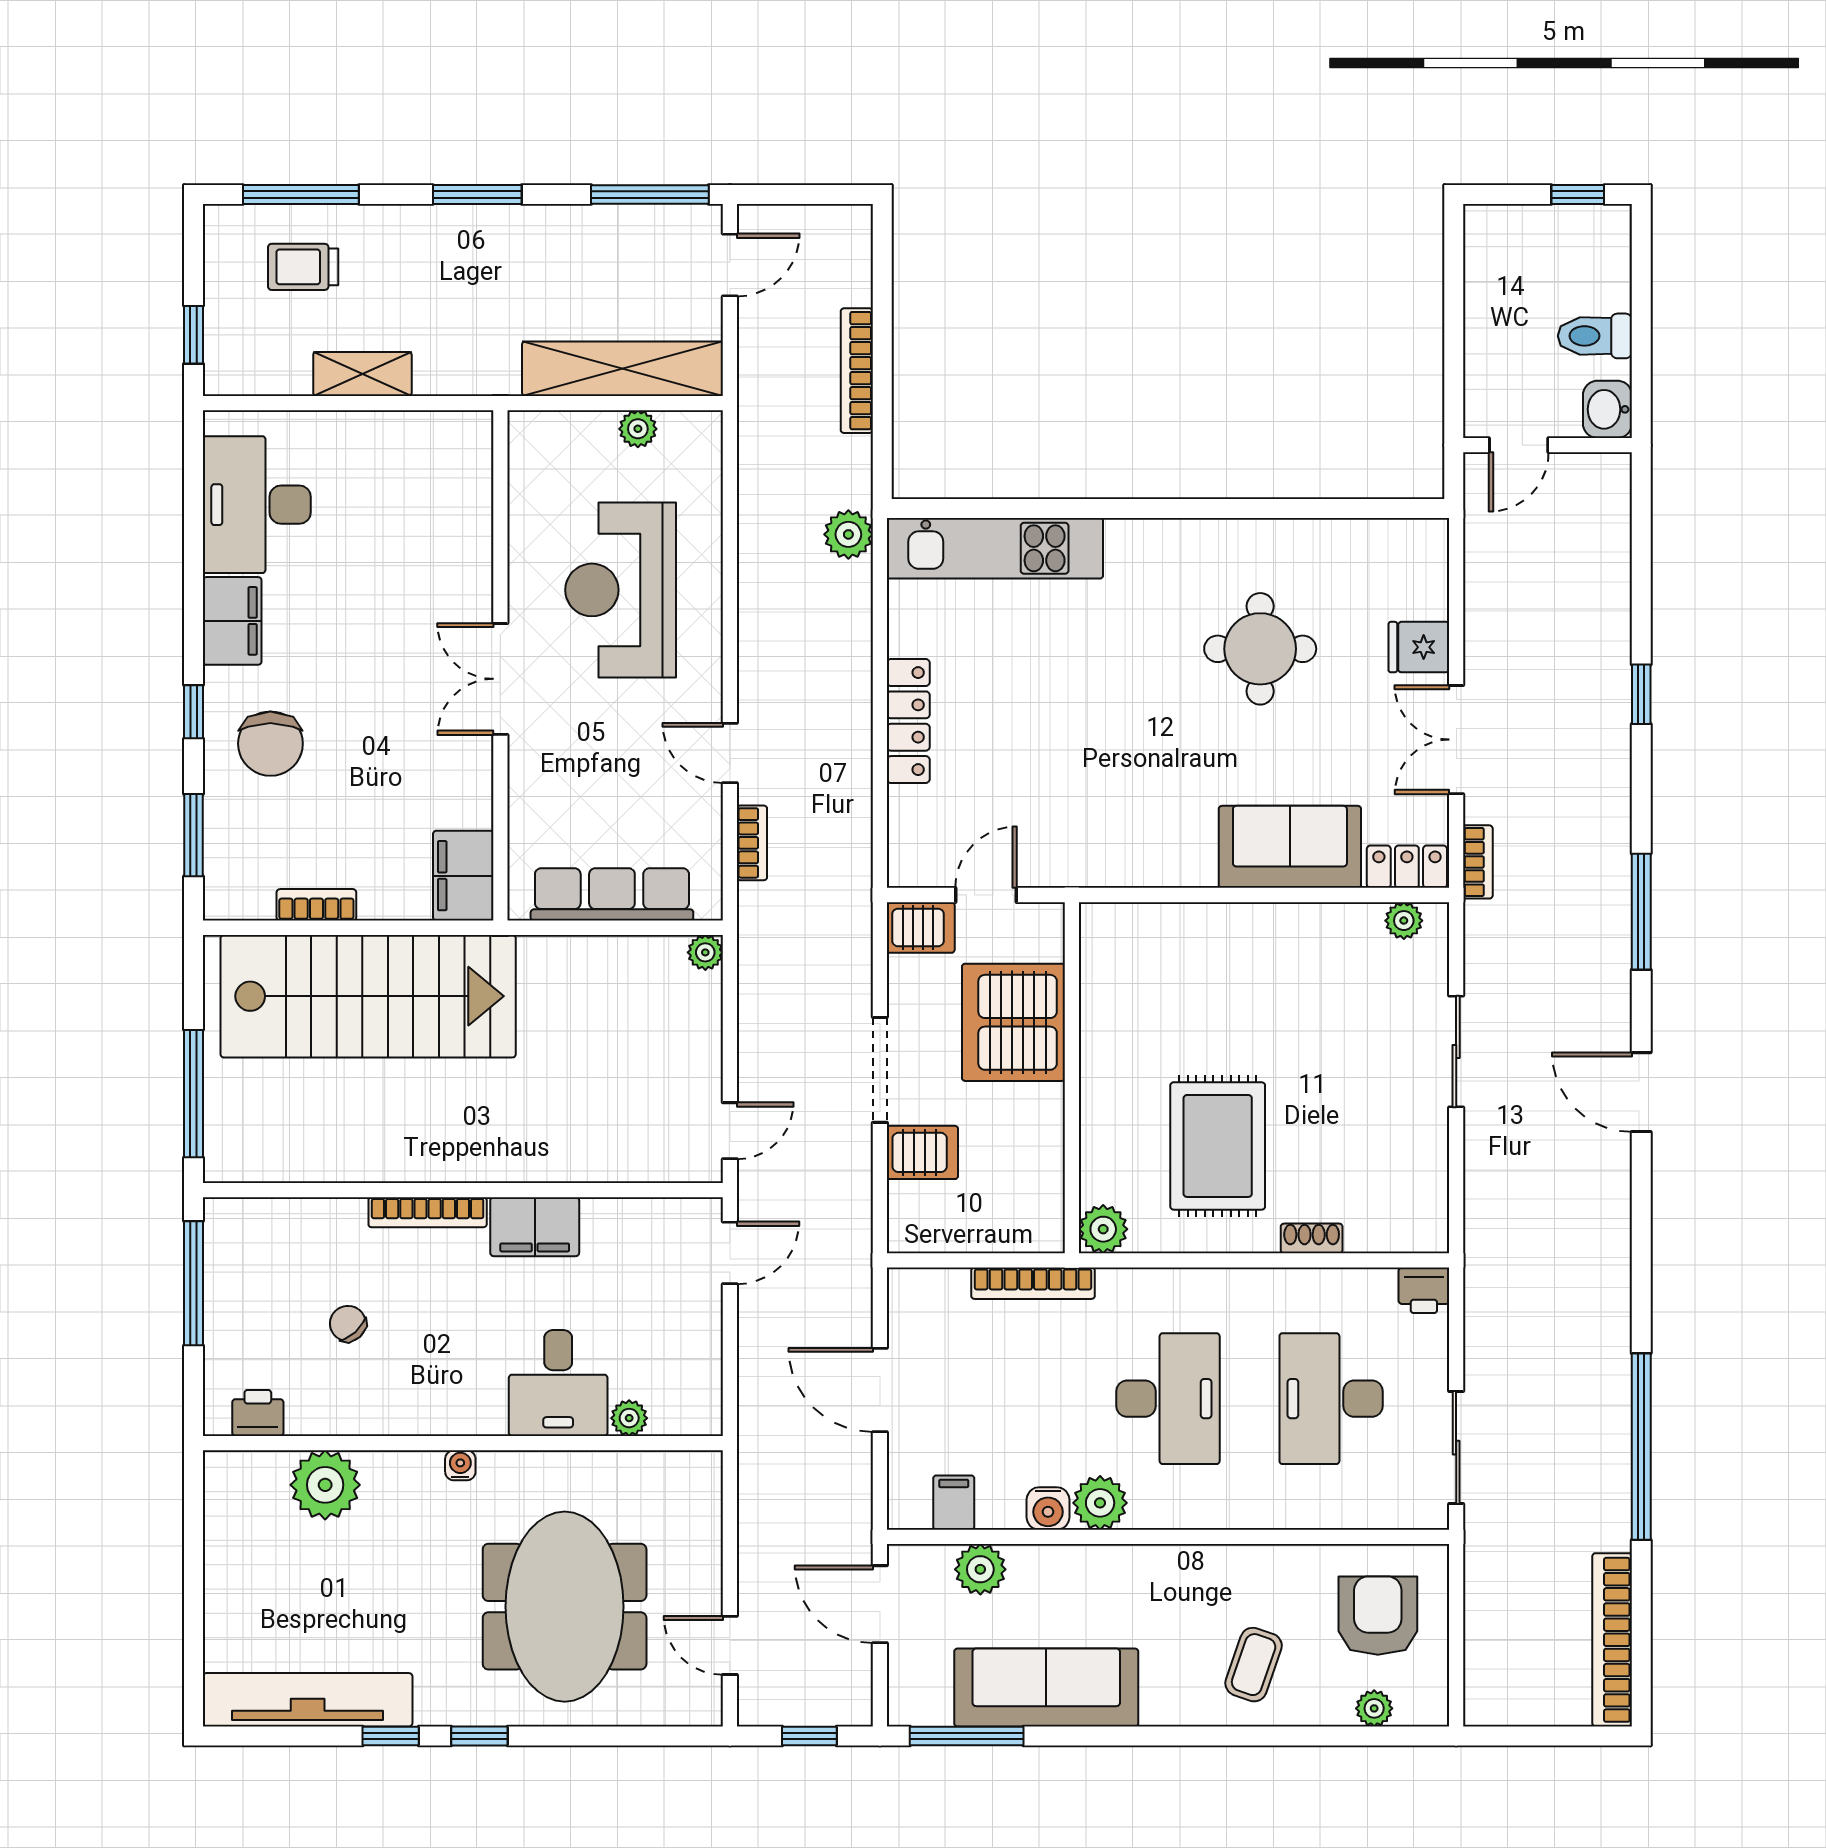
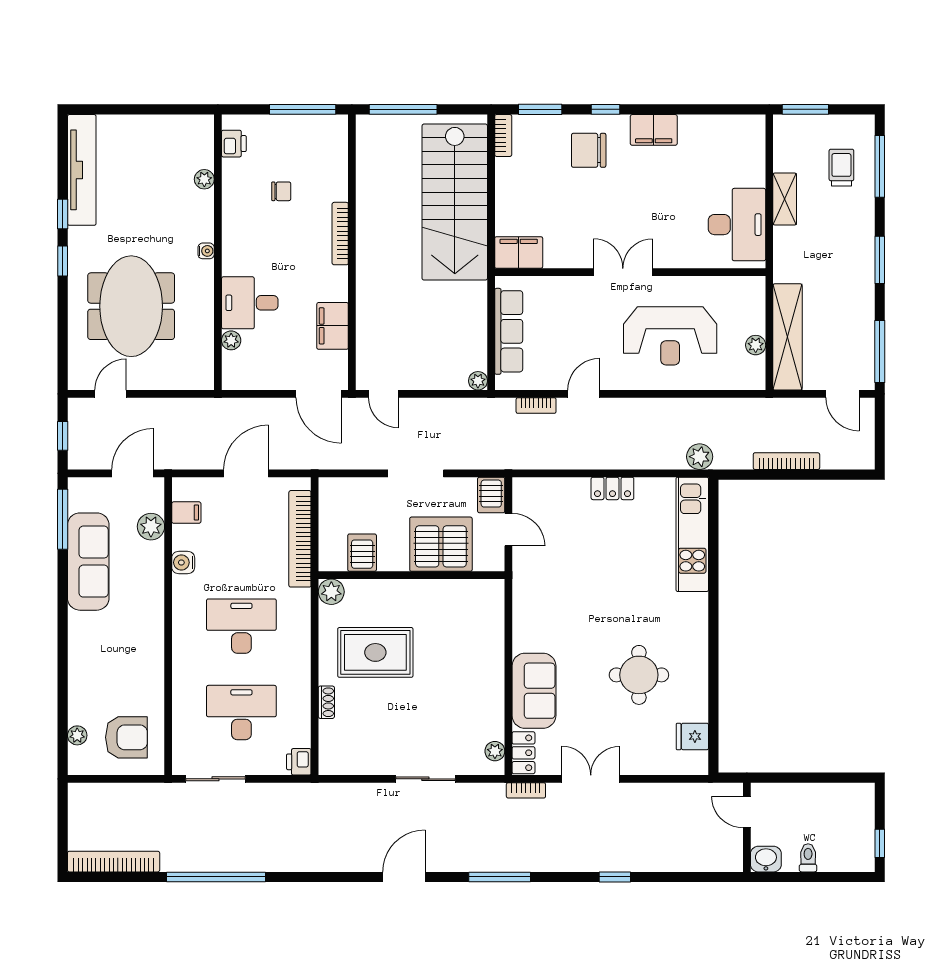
window: (193, 335) -> (805, 109), width x1.50
toilet: (1595, 336) -> (808, 858), width x0.73, depth x0.72
desk: (257, 505) -> (737, 225), moved, turned 90
reception desk: (621, 590) -> (670, 336), turned 180
fridge: (1419, 647) -> (692, 736), moved, turned -90
locker: (908, 721) -> (612, 488), width x0.66
bookcase: (316, 905) -> (503, 135), moved
server rack: (922, 1152) -> (362, 553), moved, turned 180
filing cabinet: (535, 1227) -> (333, 326), moved
door: (730, 1253) -> (319, 394), width x1.37
bookcase: (1033, 1283) -> (300, 539), width x1.48, depth x1.31
chair: (348, 1324) -> (281, 191), turned 42
desk: (1168, 1399) -> (241, 626), turned 180
plant: (325, 1485) -> (204, 179), width x0.53, depth x0.53
plant: (1100, 1503) -> (186, 590), removed
meeting table: (565, 1607) -> (131, 306), turned 90
coffee table: (1254, 1665) -> (100, 671), removed

